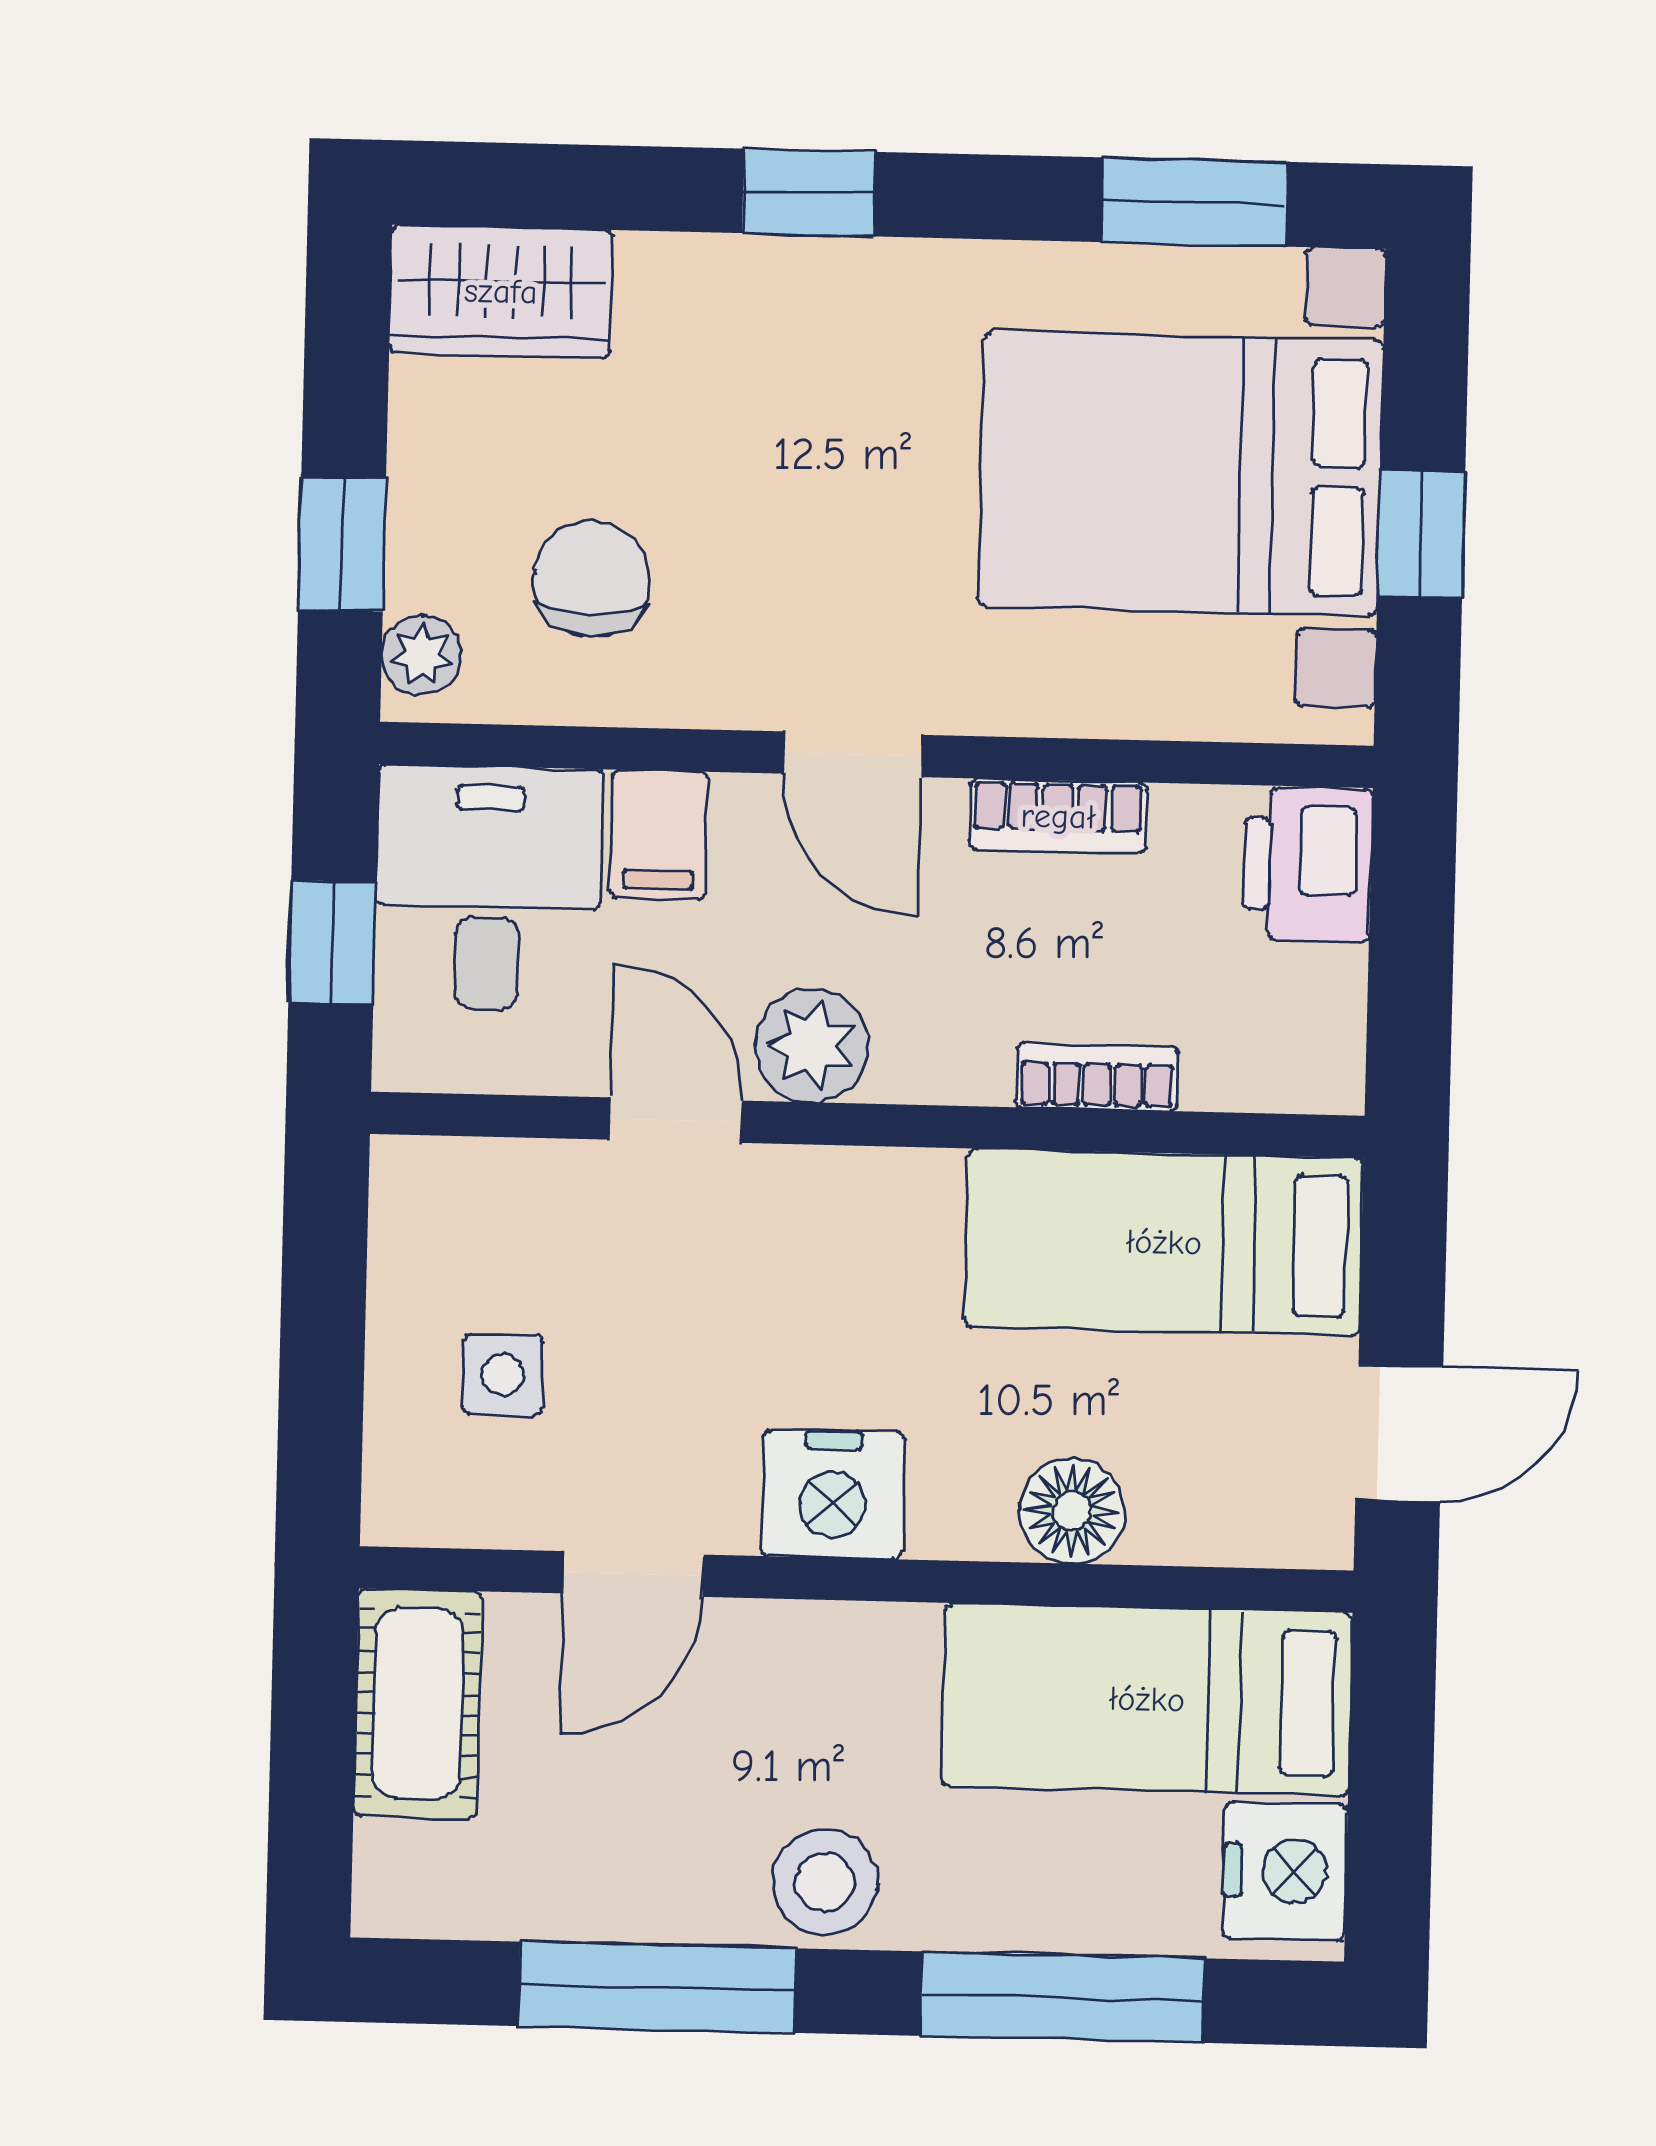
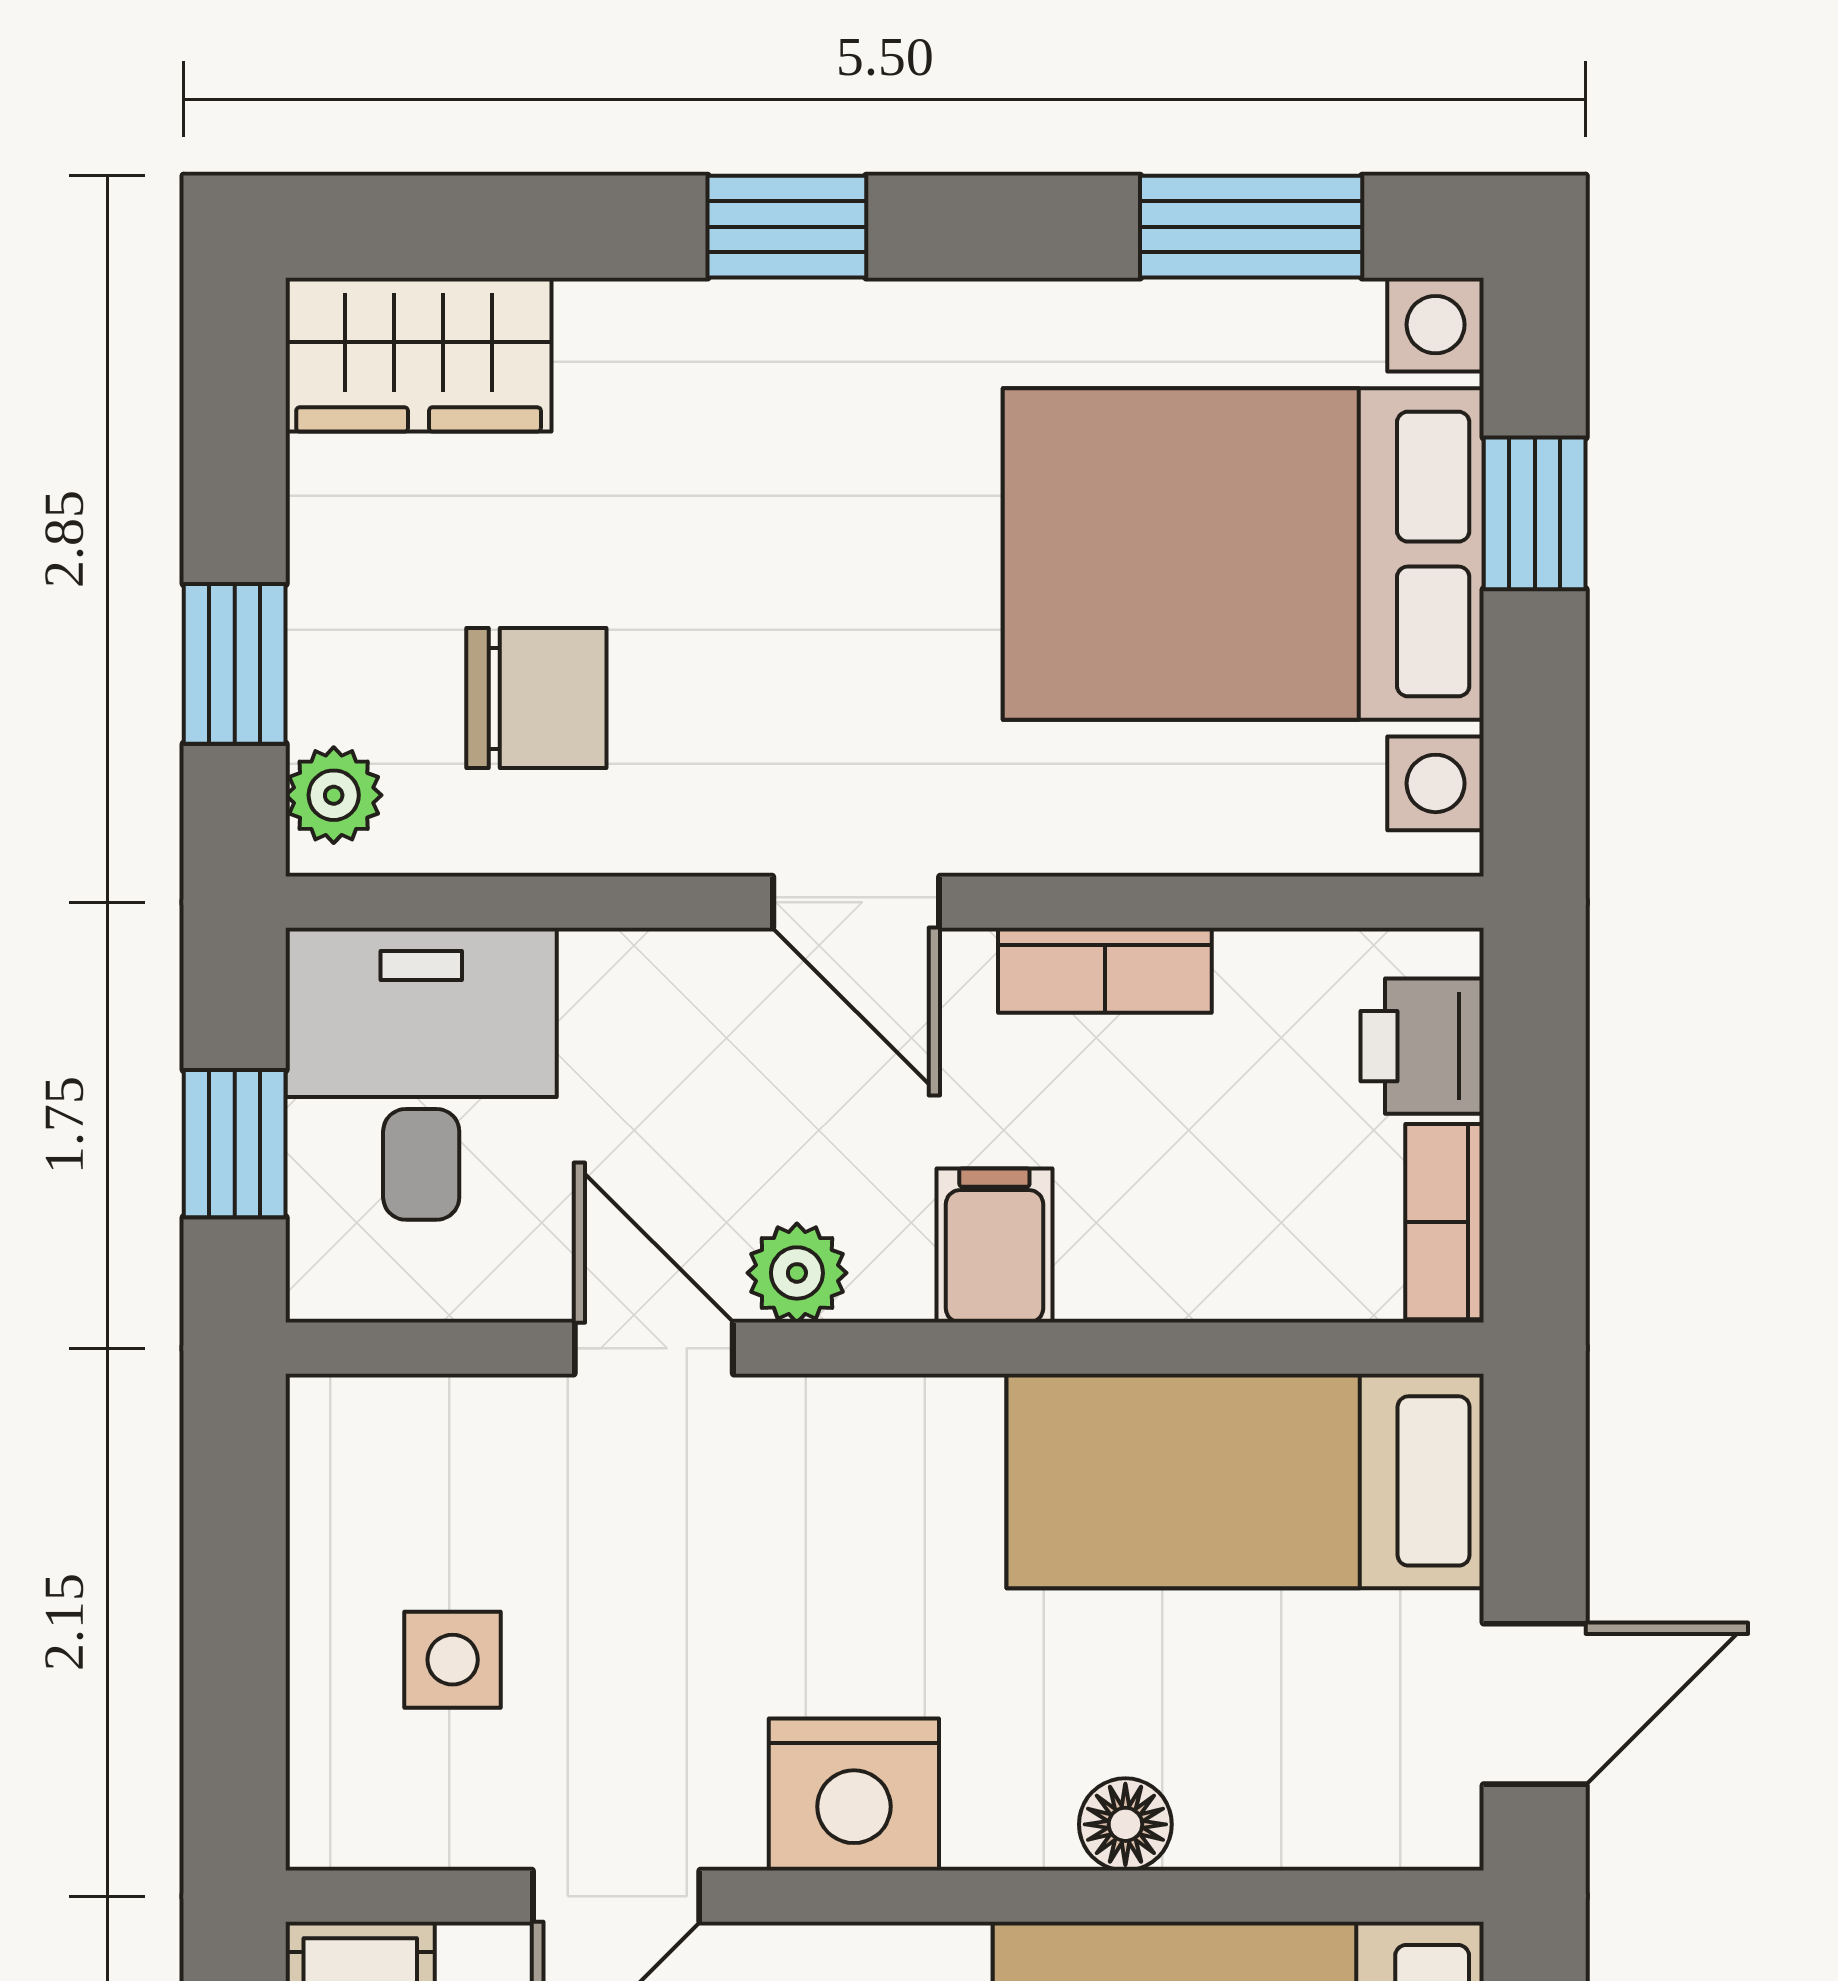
window: (1421, 534) -> (1535, 513), moved
chair: (592, 579) -> (536, 698), turned 90
filing cabinet: (659, 835) -> (994, 1245), moved, turned 180
printer: (1307, 864) -> (1422, 1046), width x0.73, depth x0.81
plant: (812, 1046) -> (797, 1273), width x0.73, depth x0.73
bookcase: (1097, 1077) -> (1445, 1222), moved, turned -90
floor lamp: (1072, 1511) -> (1125, 1824), width x0.73, depth x0.73

